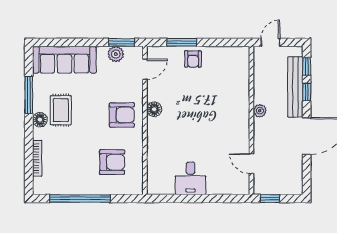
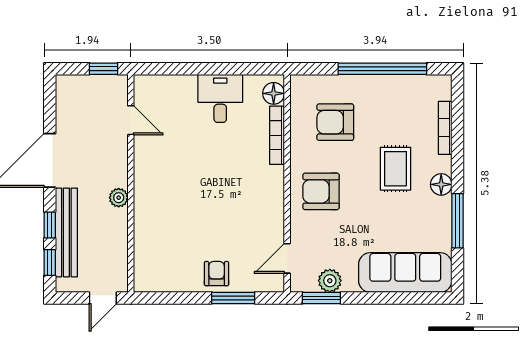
floor lamp: (154, 109) -> (274, 93), moved
rug: (61, 110) -> (395, 169), moved
bookcase: (152, 153) -> (277, 135), added

